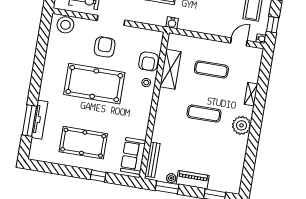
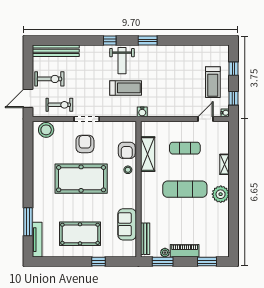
exercise mat: (204, 114) -> (185, 189), width x1.36, depth x1.45
tv unit: (40, 120) -> (37, 240), moved
sofa: (133, 156) -> (127, 224), moved

